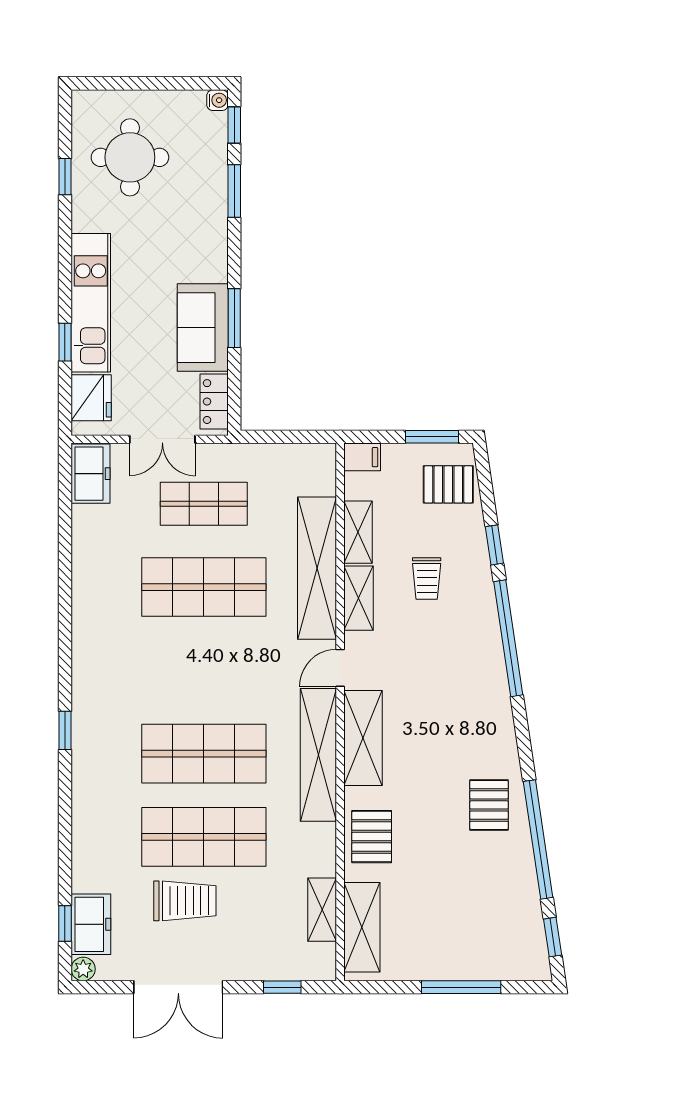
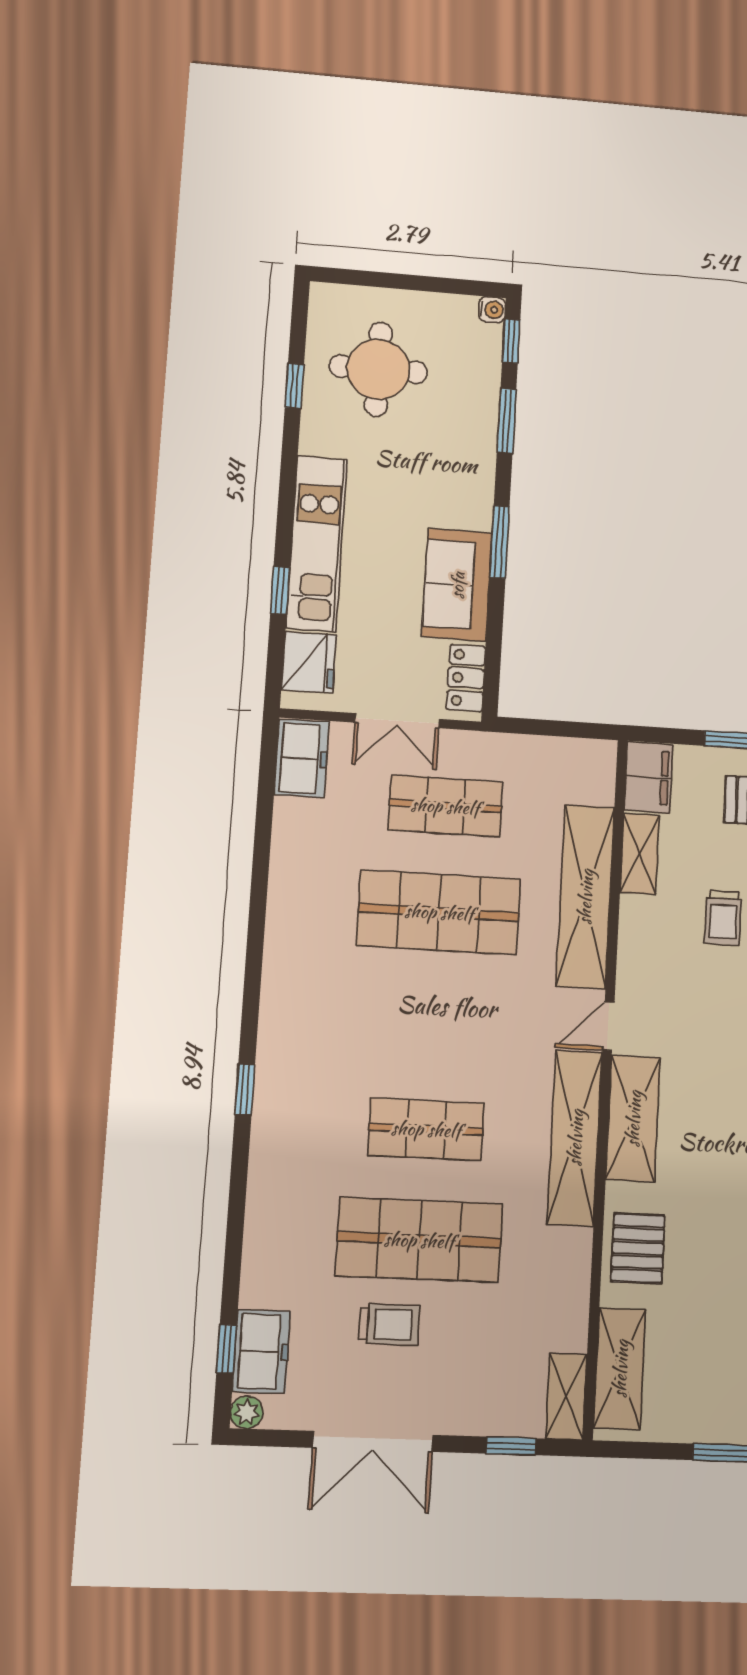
window: (234, 318) -> (500, 542), moved
filing cabinet: (362, 457) -> (648, 777), width x2.00
shelving: (358, 598) -> (636, 938), removed
shop shelf: (204, 754) -> (426, 1129), width x0.70, depth x0.74
trolley: (185, 901) -> (389, 1324), width x0.73, depth x0.72
shelving: (322, 910) -> (566, 1396), moved

